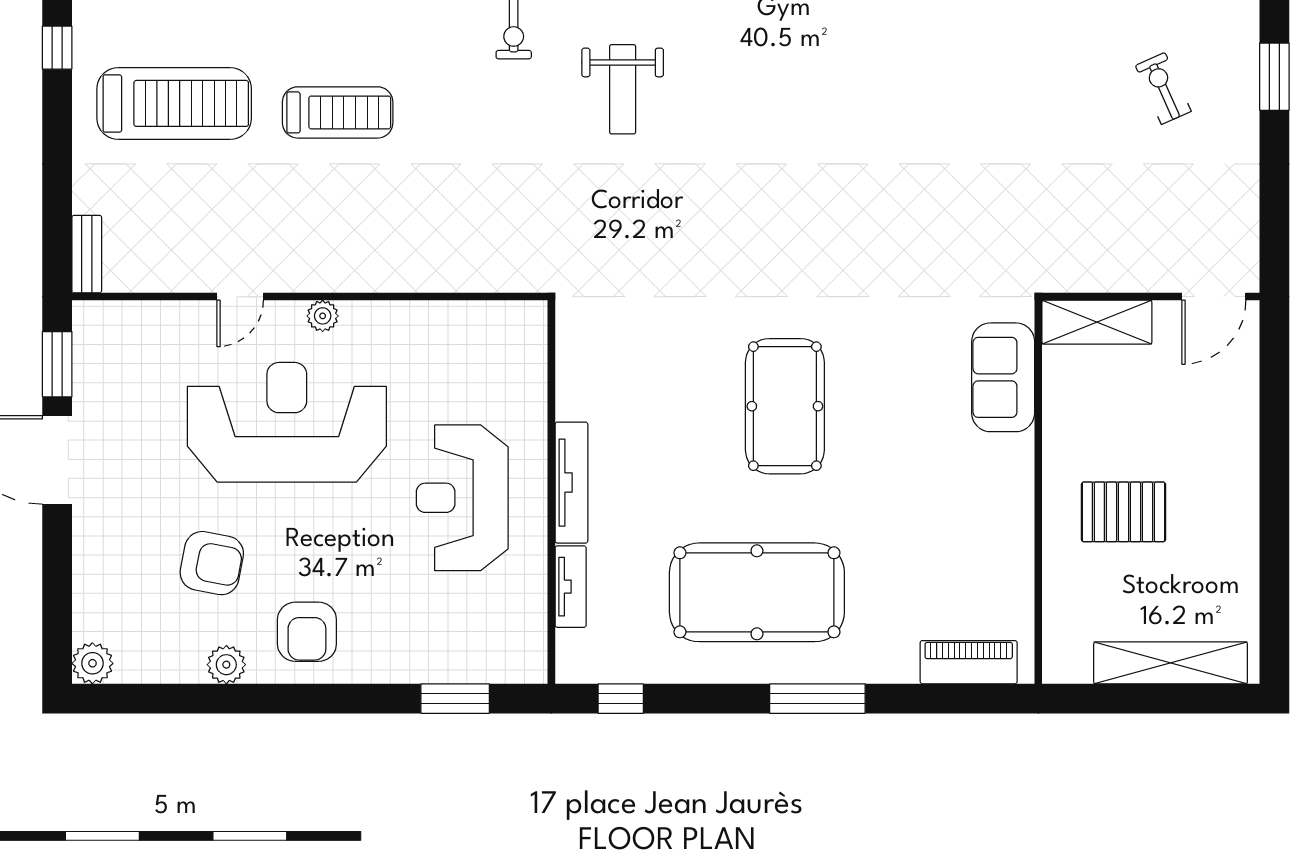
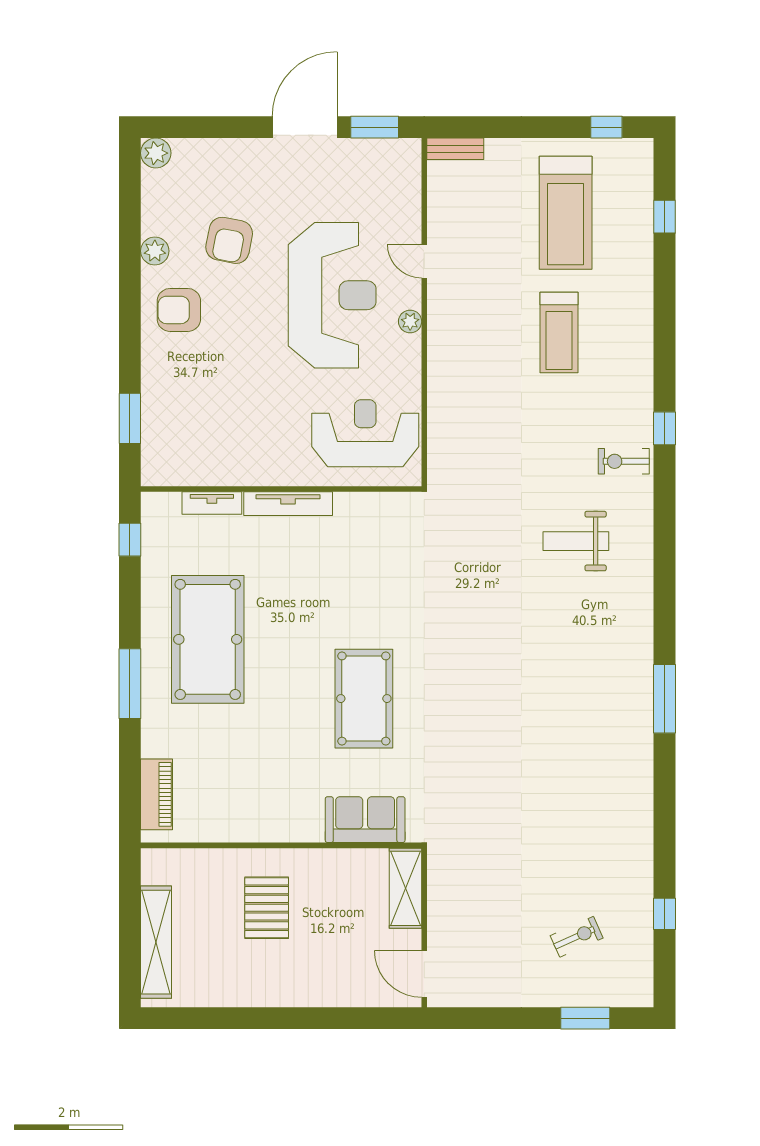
pool table: (785, 406) -> (364, 699), moved, turned 90
reception desk: (462, 498) -> (365, 433), moved

